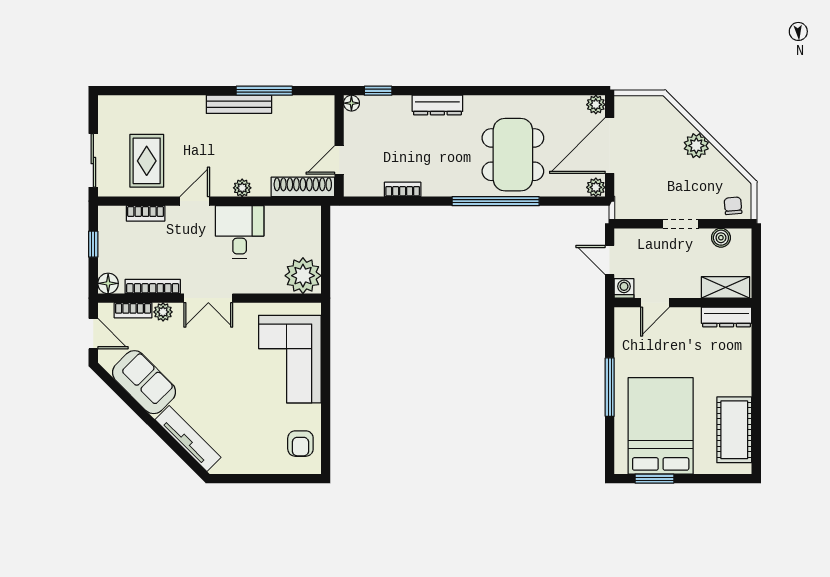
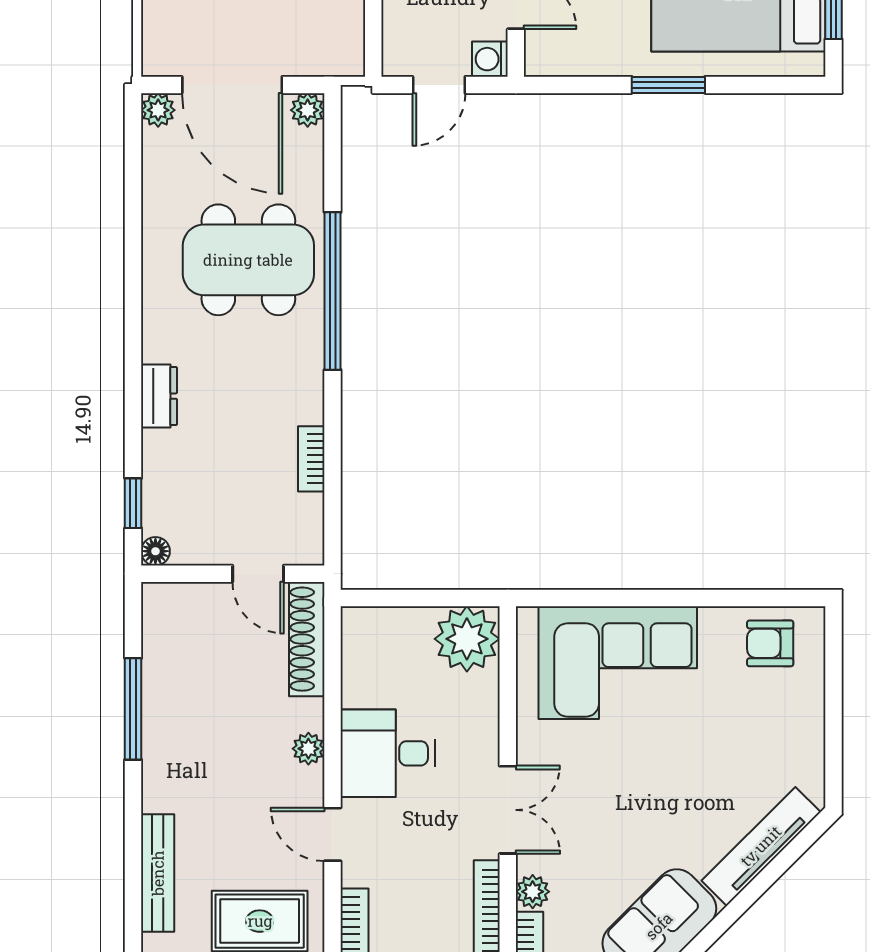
bench: (239, 104) -> (158, 873), moved
dresser: (437, 105) -> (159, 396), width x0.70
window: (610, 387) -> (668, 85), width x0.69
armchair: (300, 444) -> (770, 643), turned 180

